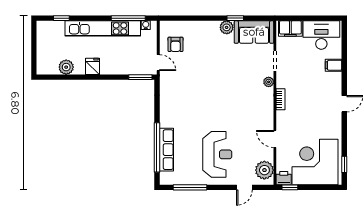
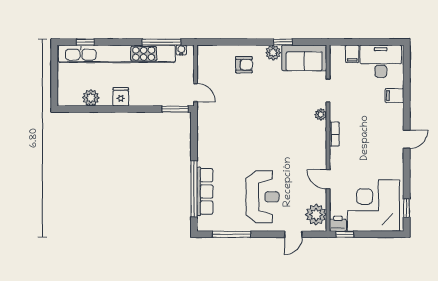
kitchen unit: (103, 28) -> (117, 54), width x1.36
filing cabinet: (290, 28) -> (352, 54), width x0.50
armchair: (175, 44) -> (244, 65), moved, turned -90

